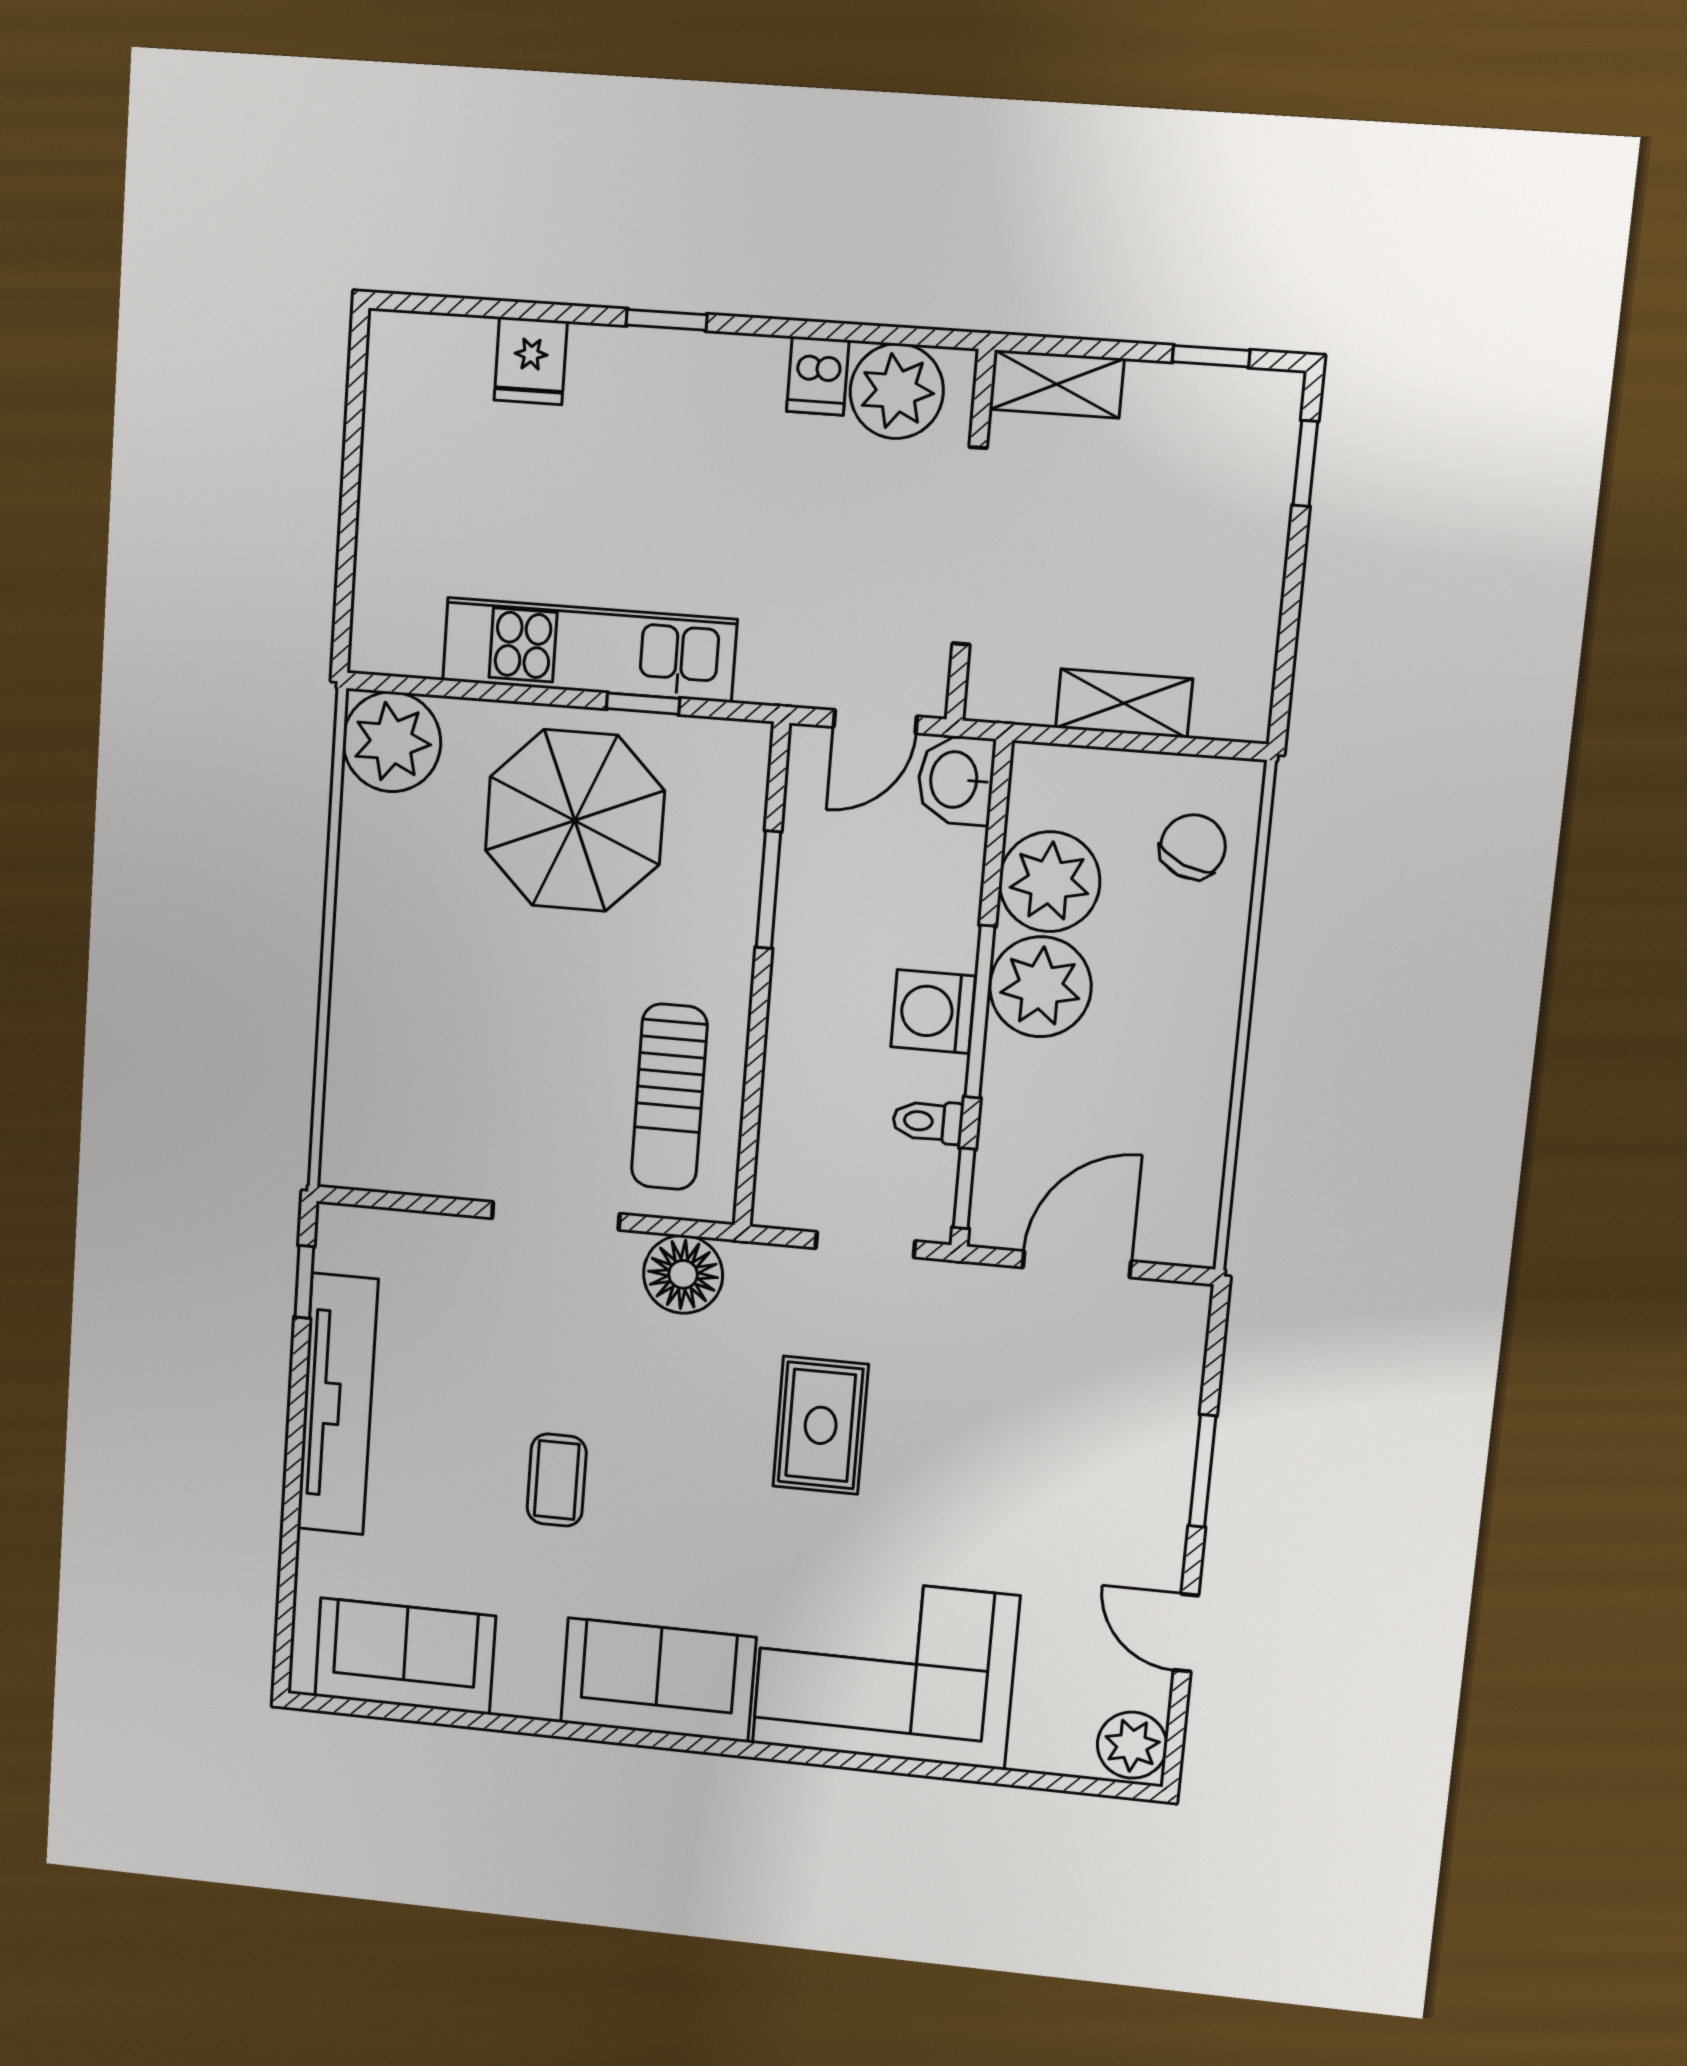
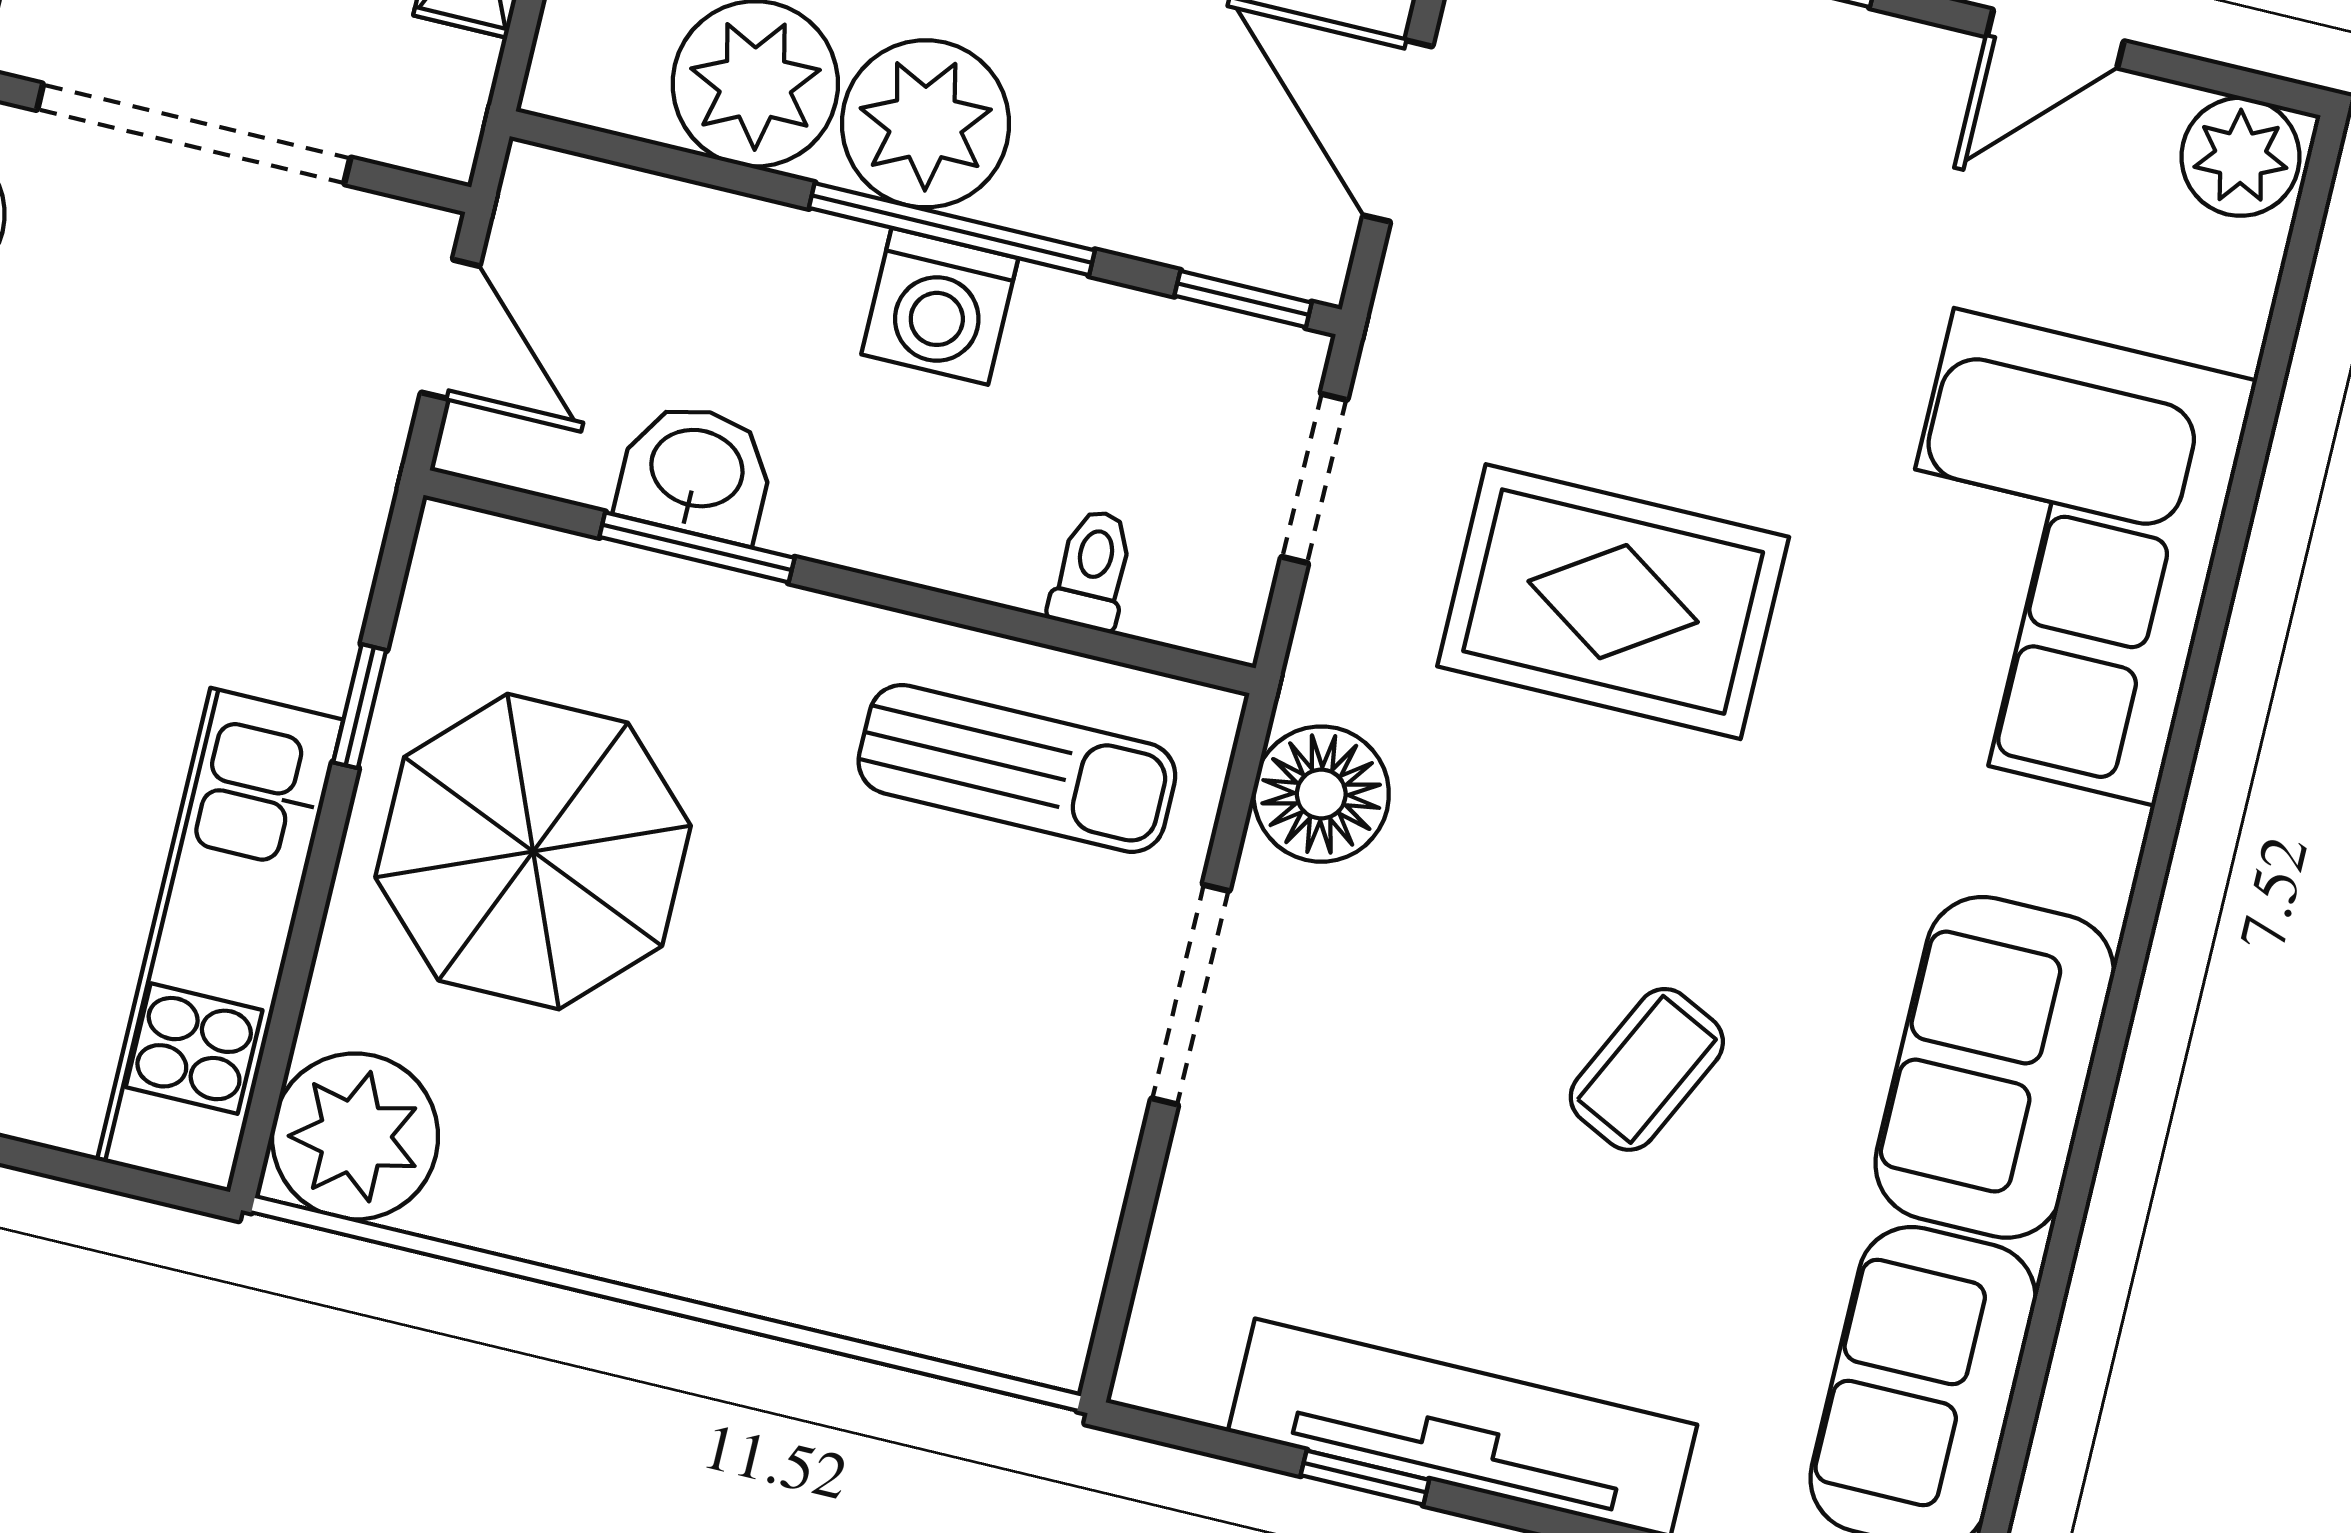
kitchen unit: (589, 650) -> (220, 940), moved
washbasin: (956, 780) -> (696, 472), moved, turned 180
toilet: (928, 1122) -> (1092, 570), moved, turned 180
window: (304, 1282) -> (1365, 1478), moved
rug: (821, 1425) -> (1613, 602), width x1.36, depth x1.43
coffee table: (557, 1480) -> (1647, 1069), turned -64
sofa: (658, 1680) -> (1995, 1067), moved

